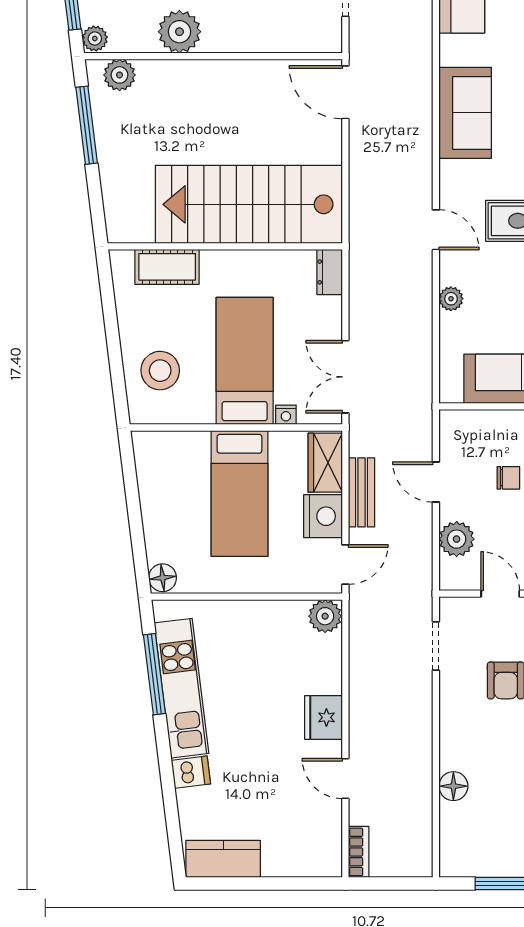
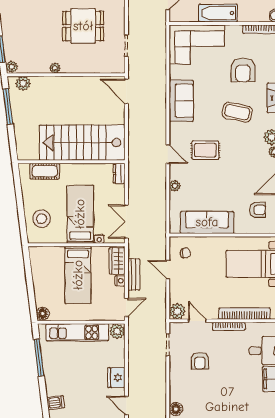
plant: (179, 32) -> (55, 68), width x0.53, depth x0.53
chair: (508, 478) -> (185, 253), moved
nightstand: (323, 516) -> (120, 281), width x0.53, depth x0.56
plant: (457, 539) -> (177, 311), moved
kitchen unit: (181, 688) -> (77, 332), moved, turned 97

